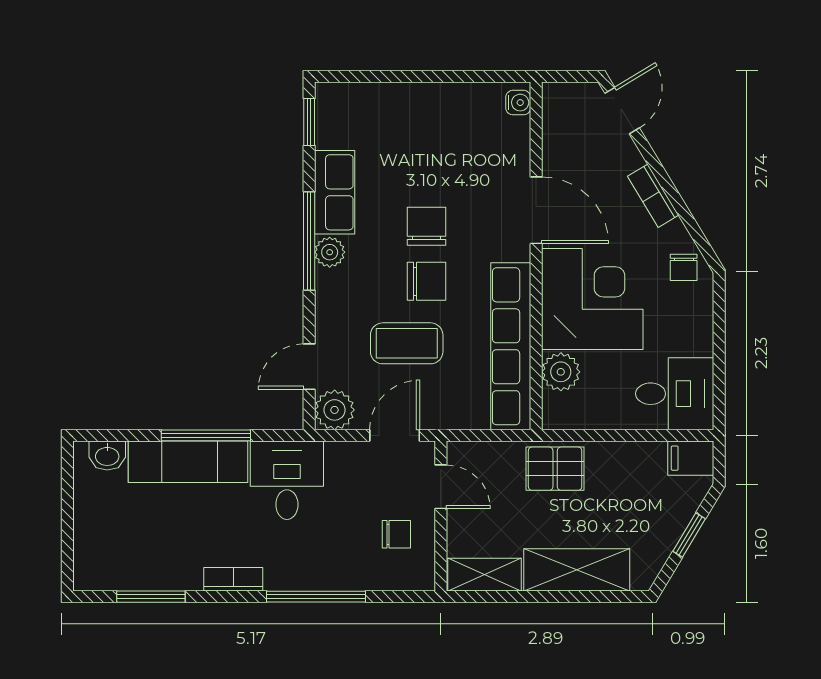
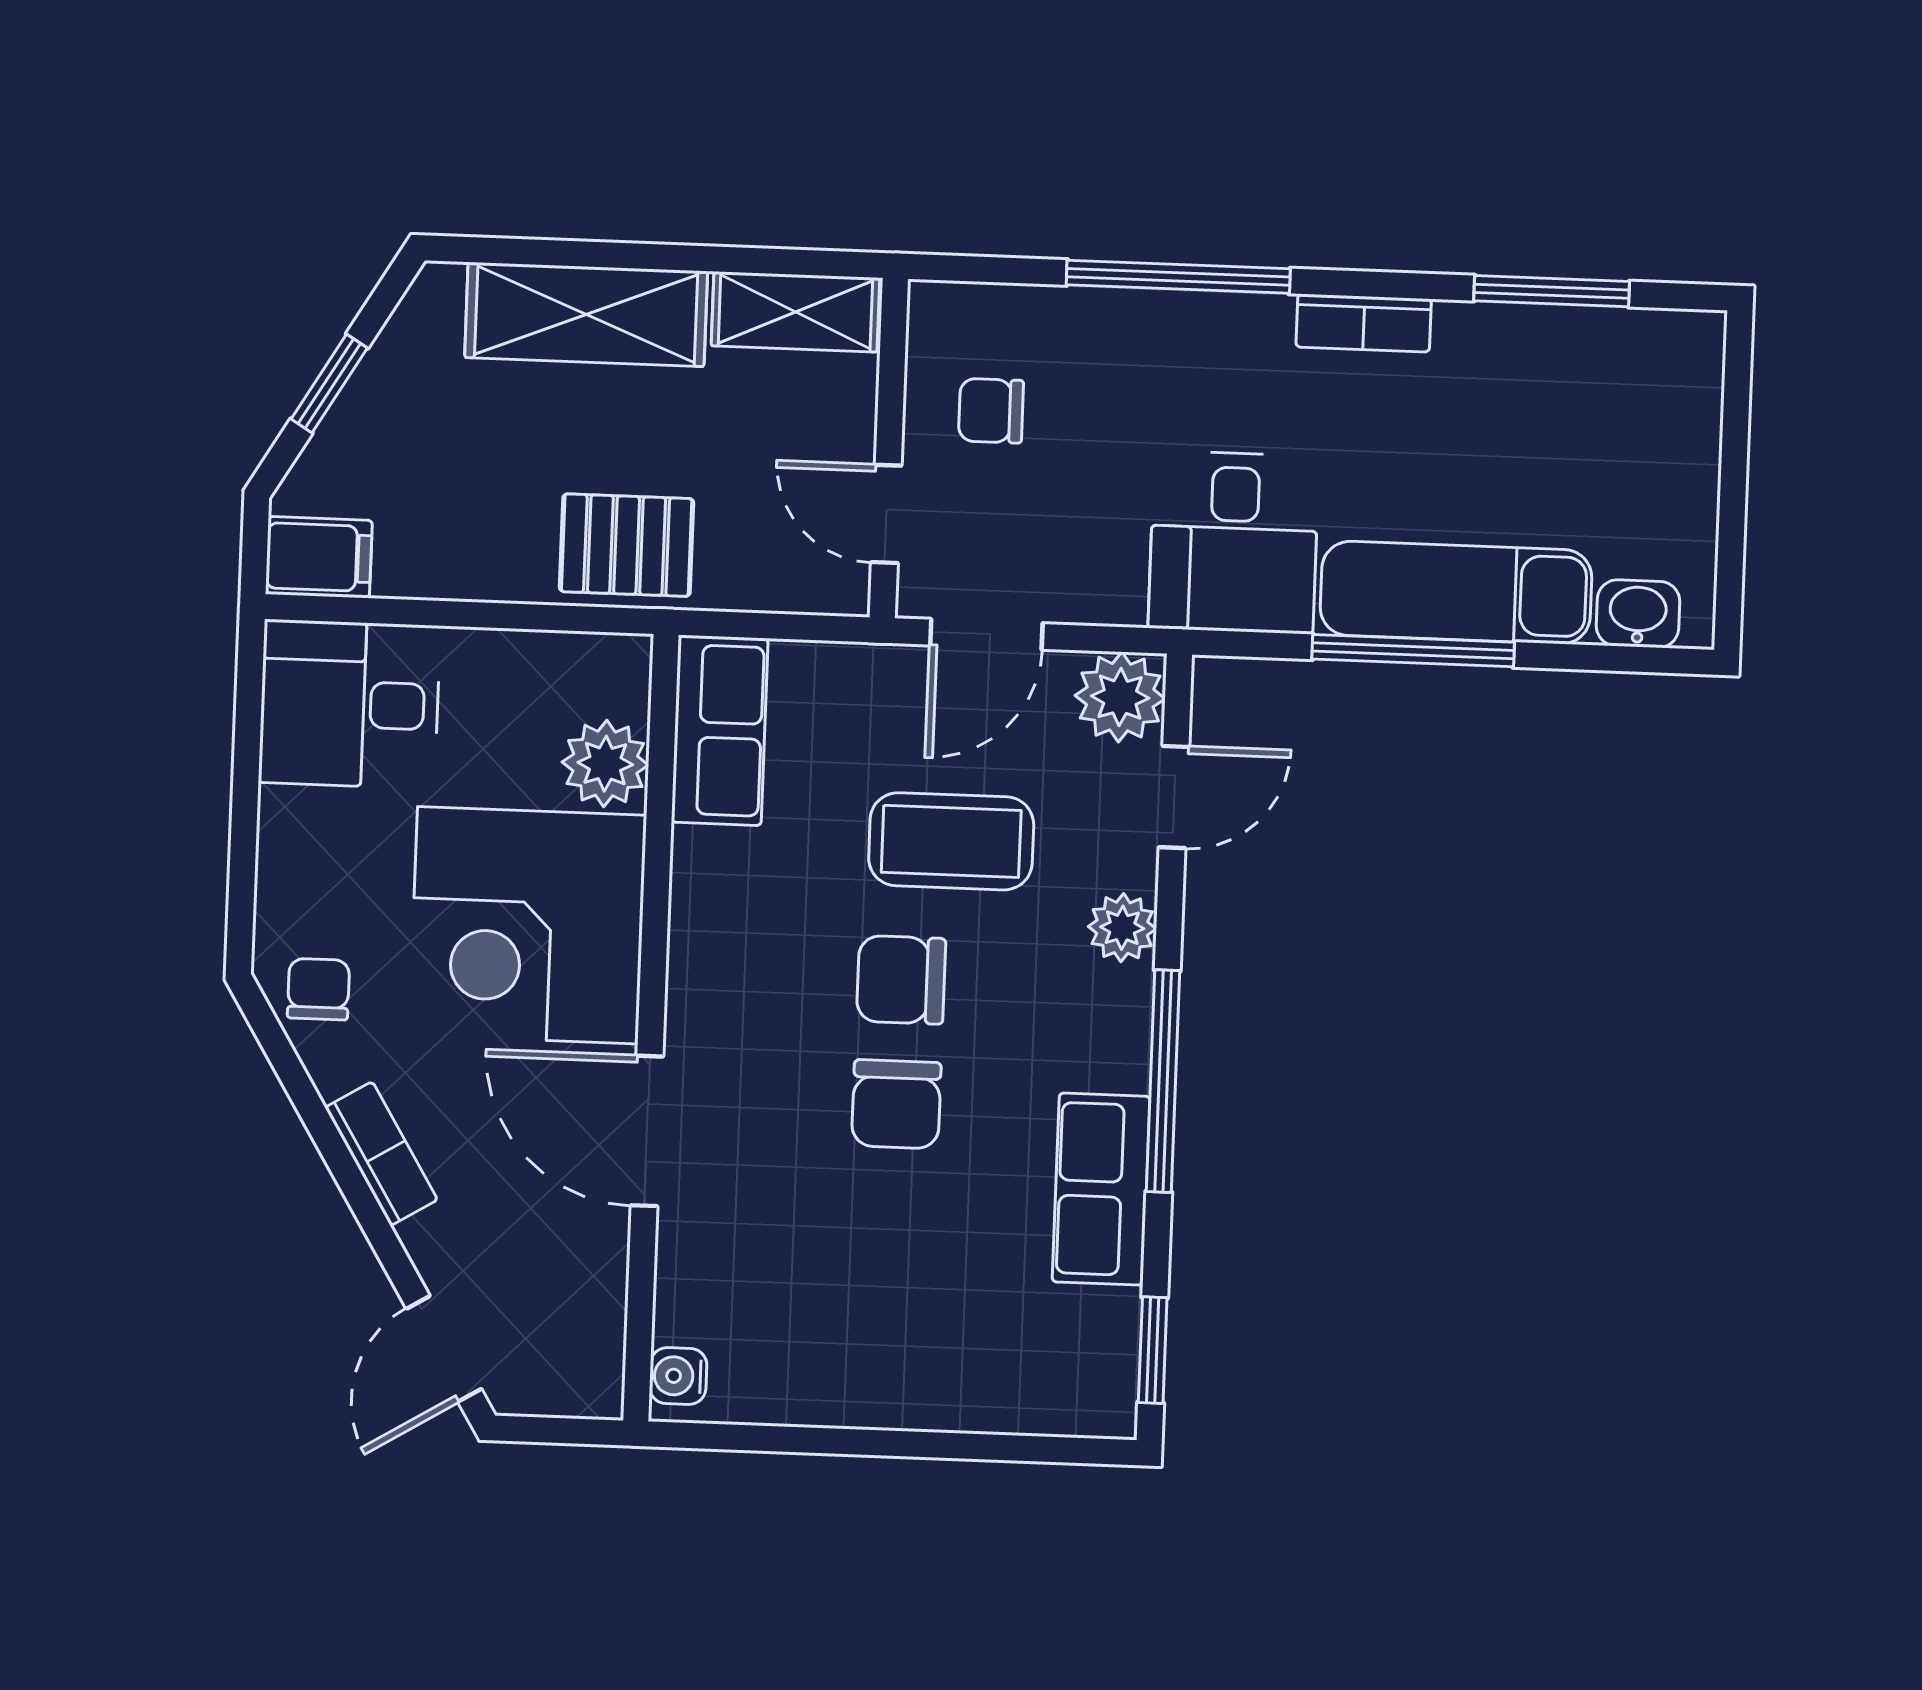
plant: (330, 252) -> (1122, 928), moved
row of seats: (511, 346) -> (720, 730), width x0.50

